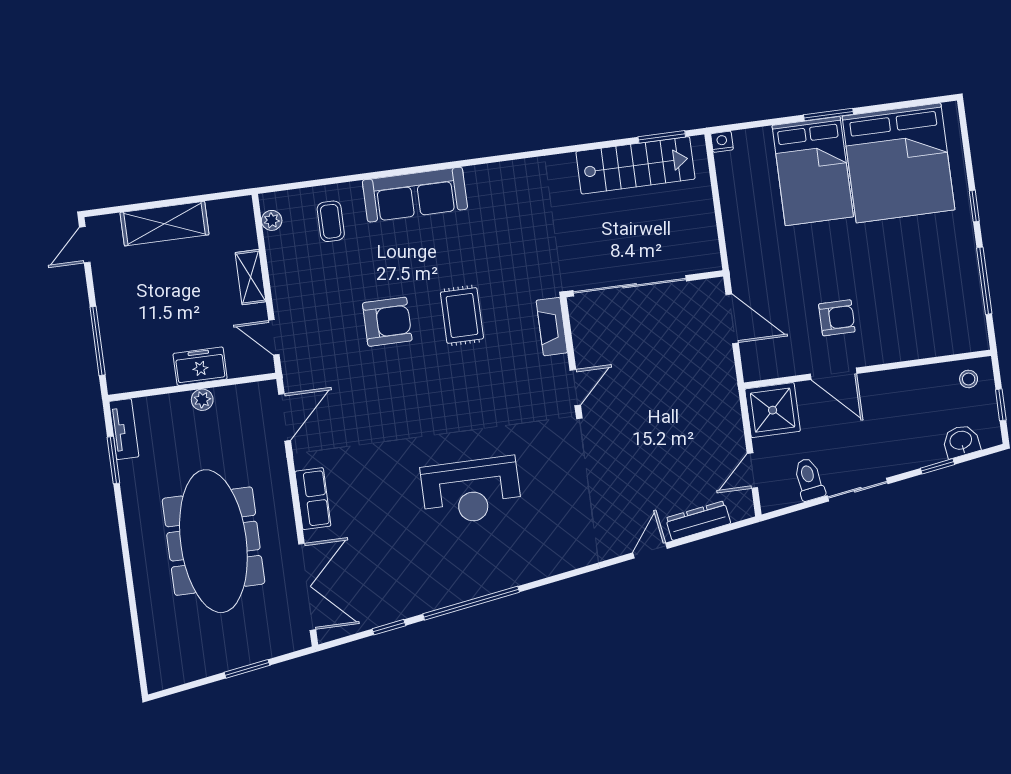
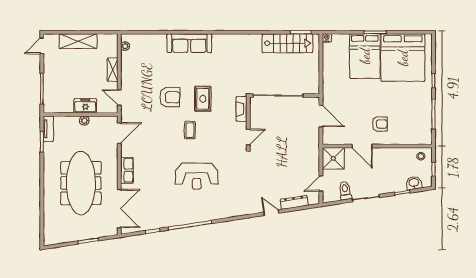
coffee table: (331, 221) -> (190, 130), moved
armchair: (837, 318) -> (380, 124), moved
door: (650, 551) -> (271, 213), hinge flipped

